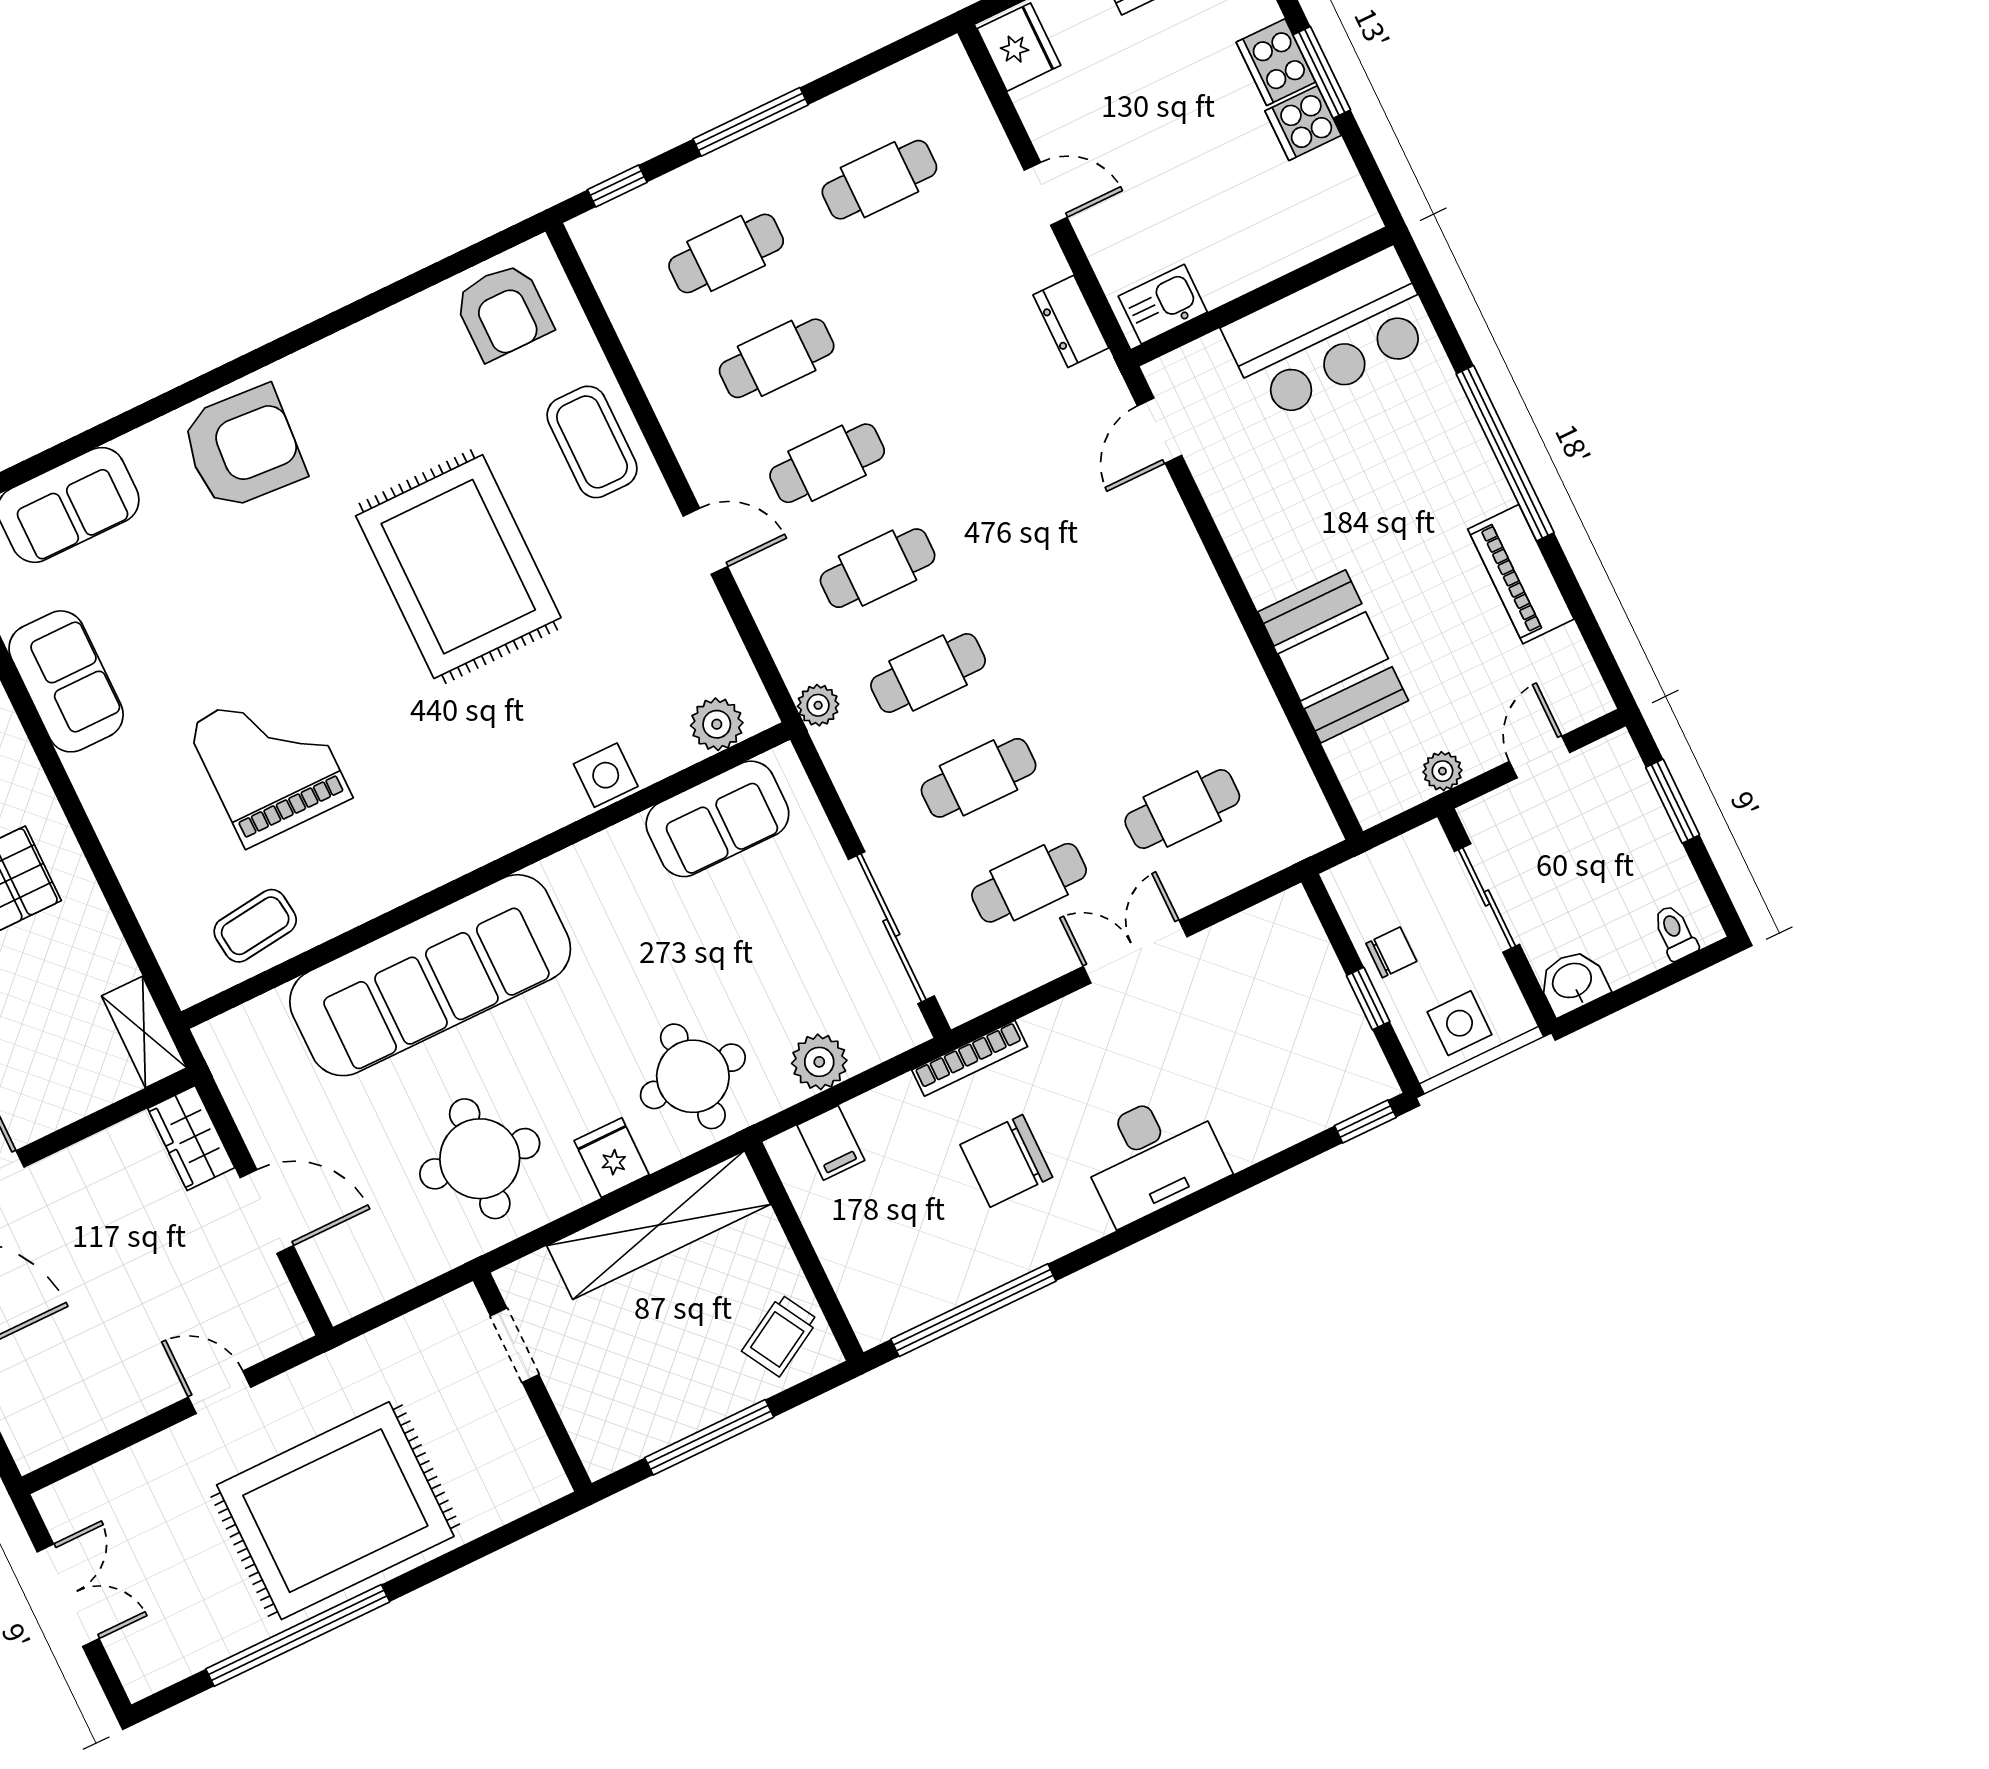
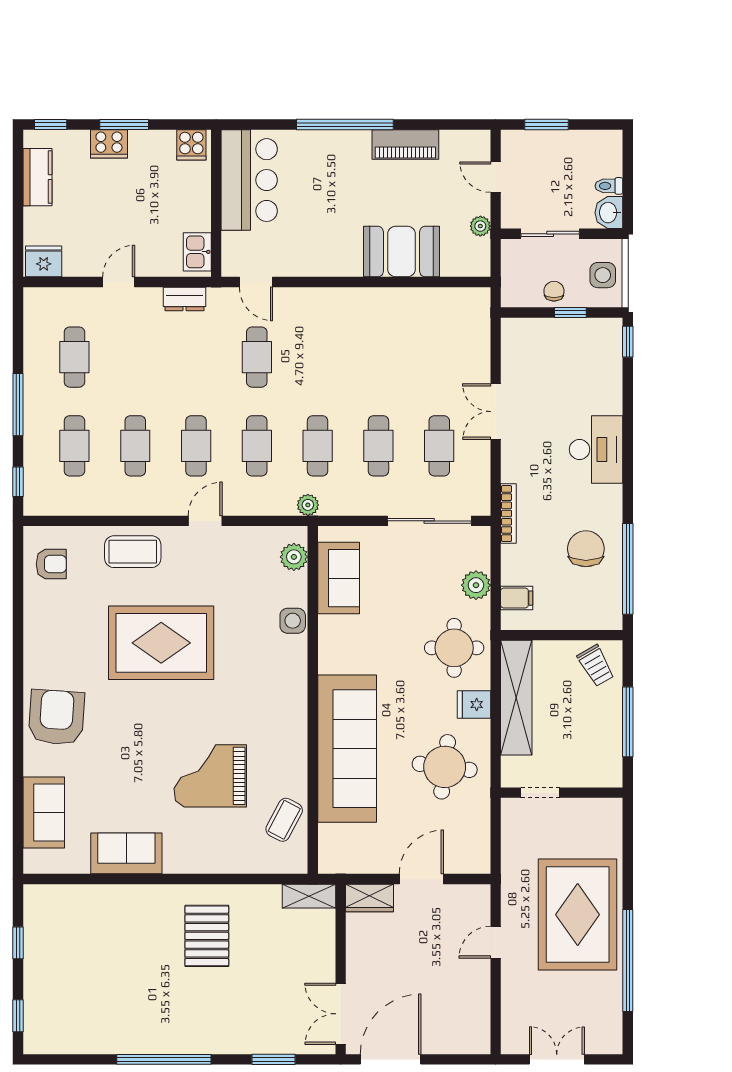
cooker: (1303, 123) -> (191, 145), moved
armchair: (503, 311) -> (51, 564), width x0.72, depth x0.72
cafe table: (1182, 809) -> (257, 357), moved
coffee table: (255, 926) -> (284, 820), turned 35
toilet: (1675, 933) -> (609, 186), moved
chair: (1006, 1161) -> (586, 549), moved, turned 180

